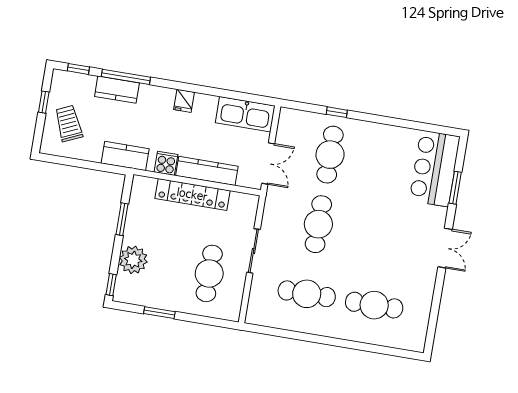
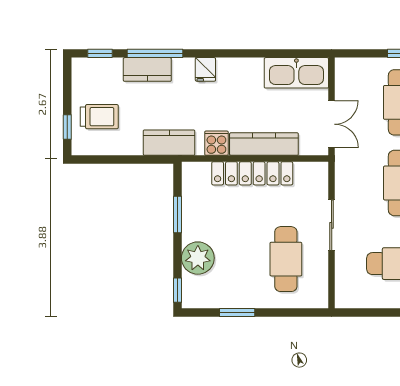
fridge: (184, 101) -> (205, 69), moved
window: (44, 102) -> (67, 127), moved
trolley: (69, 123) -> (99, 117), turned 114

